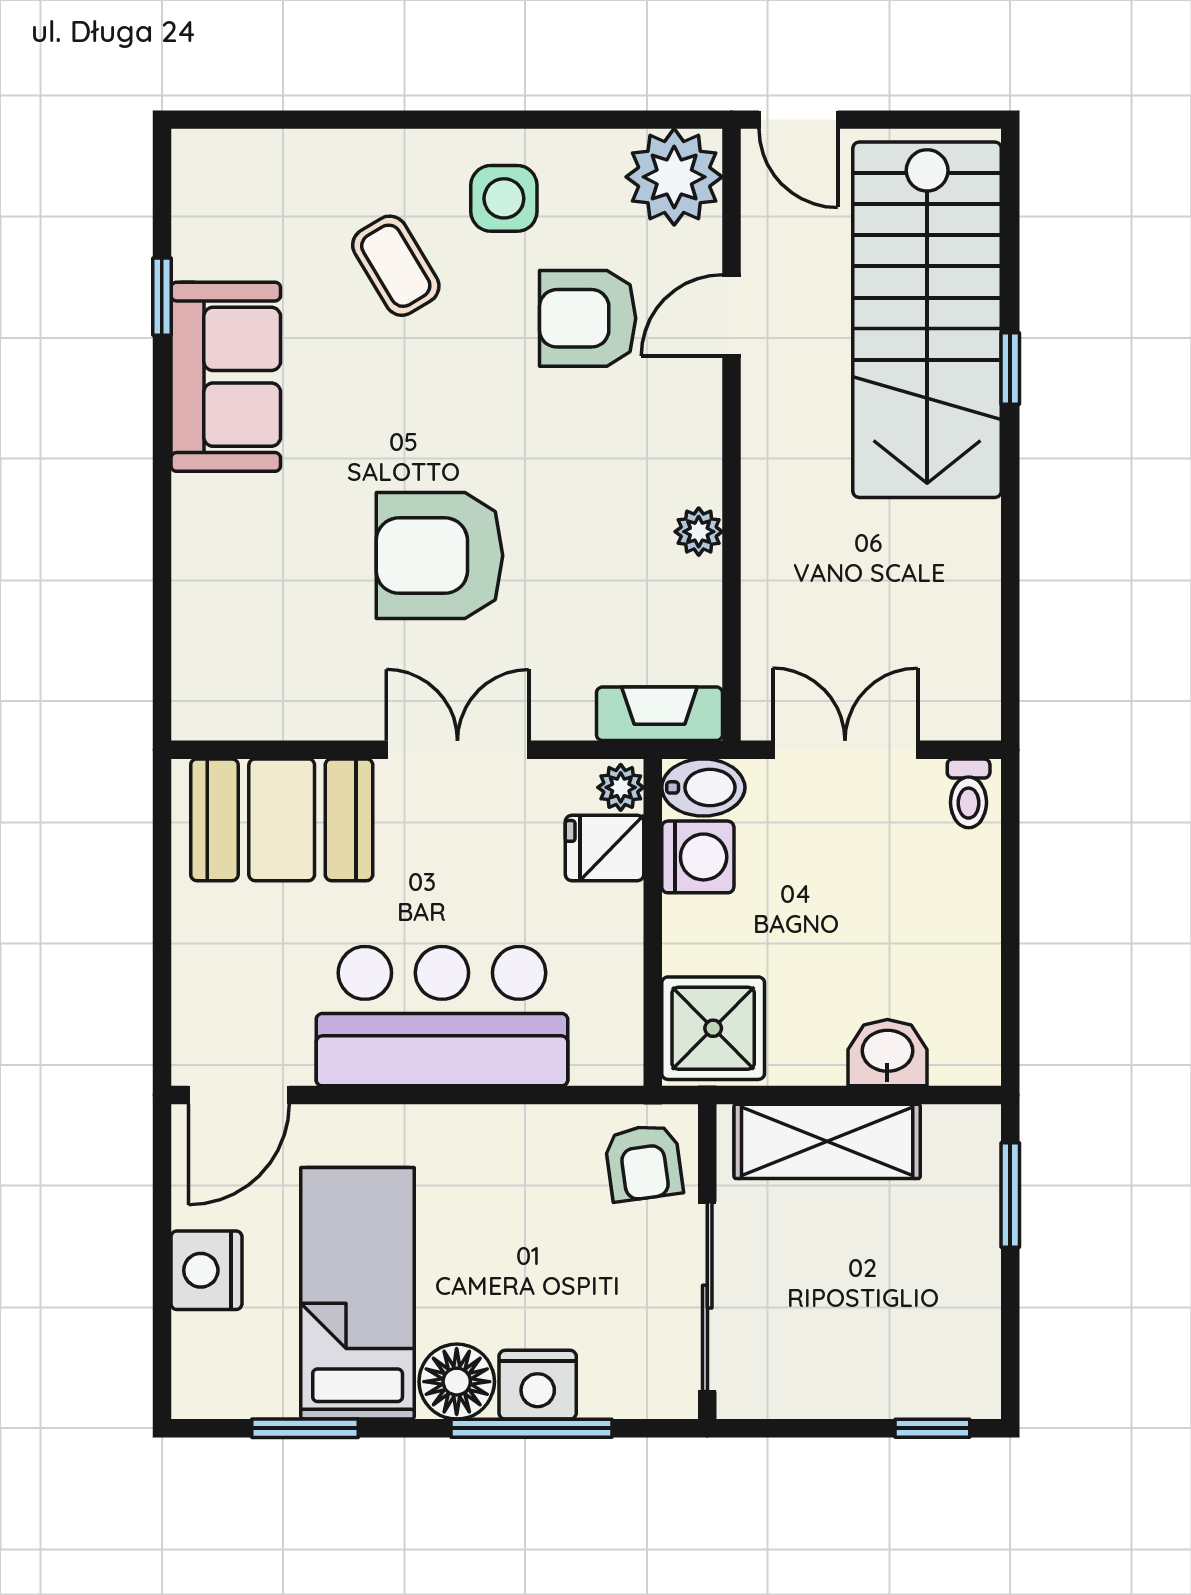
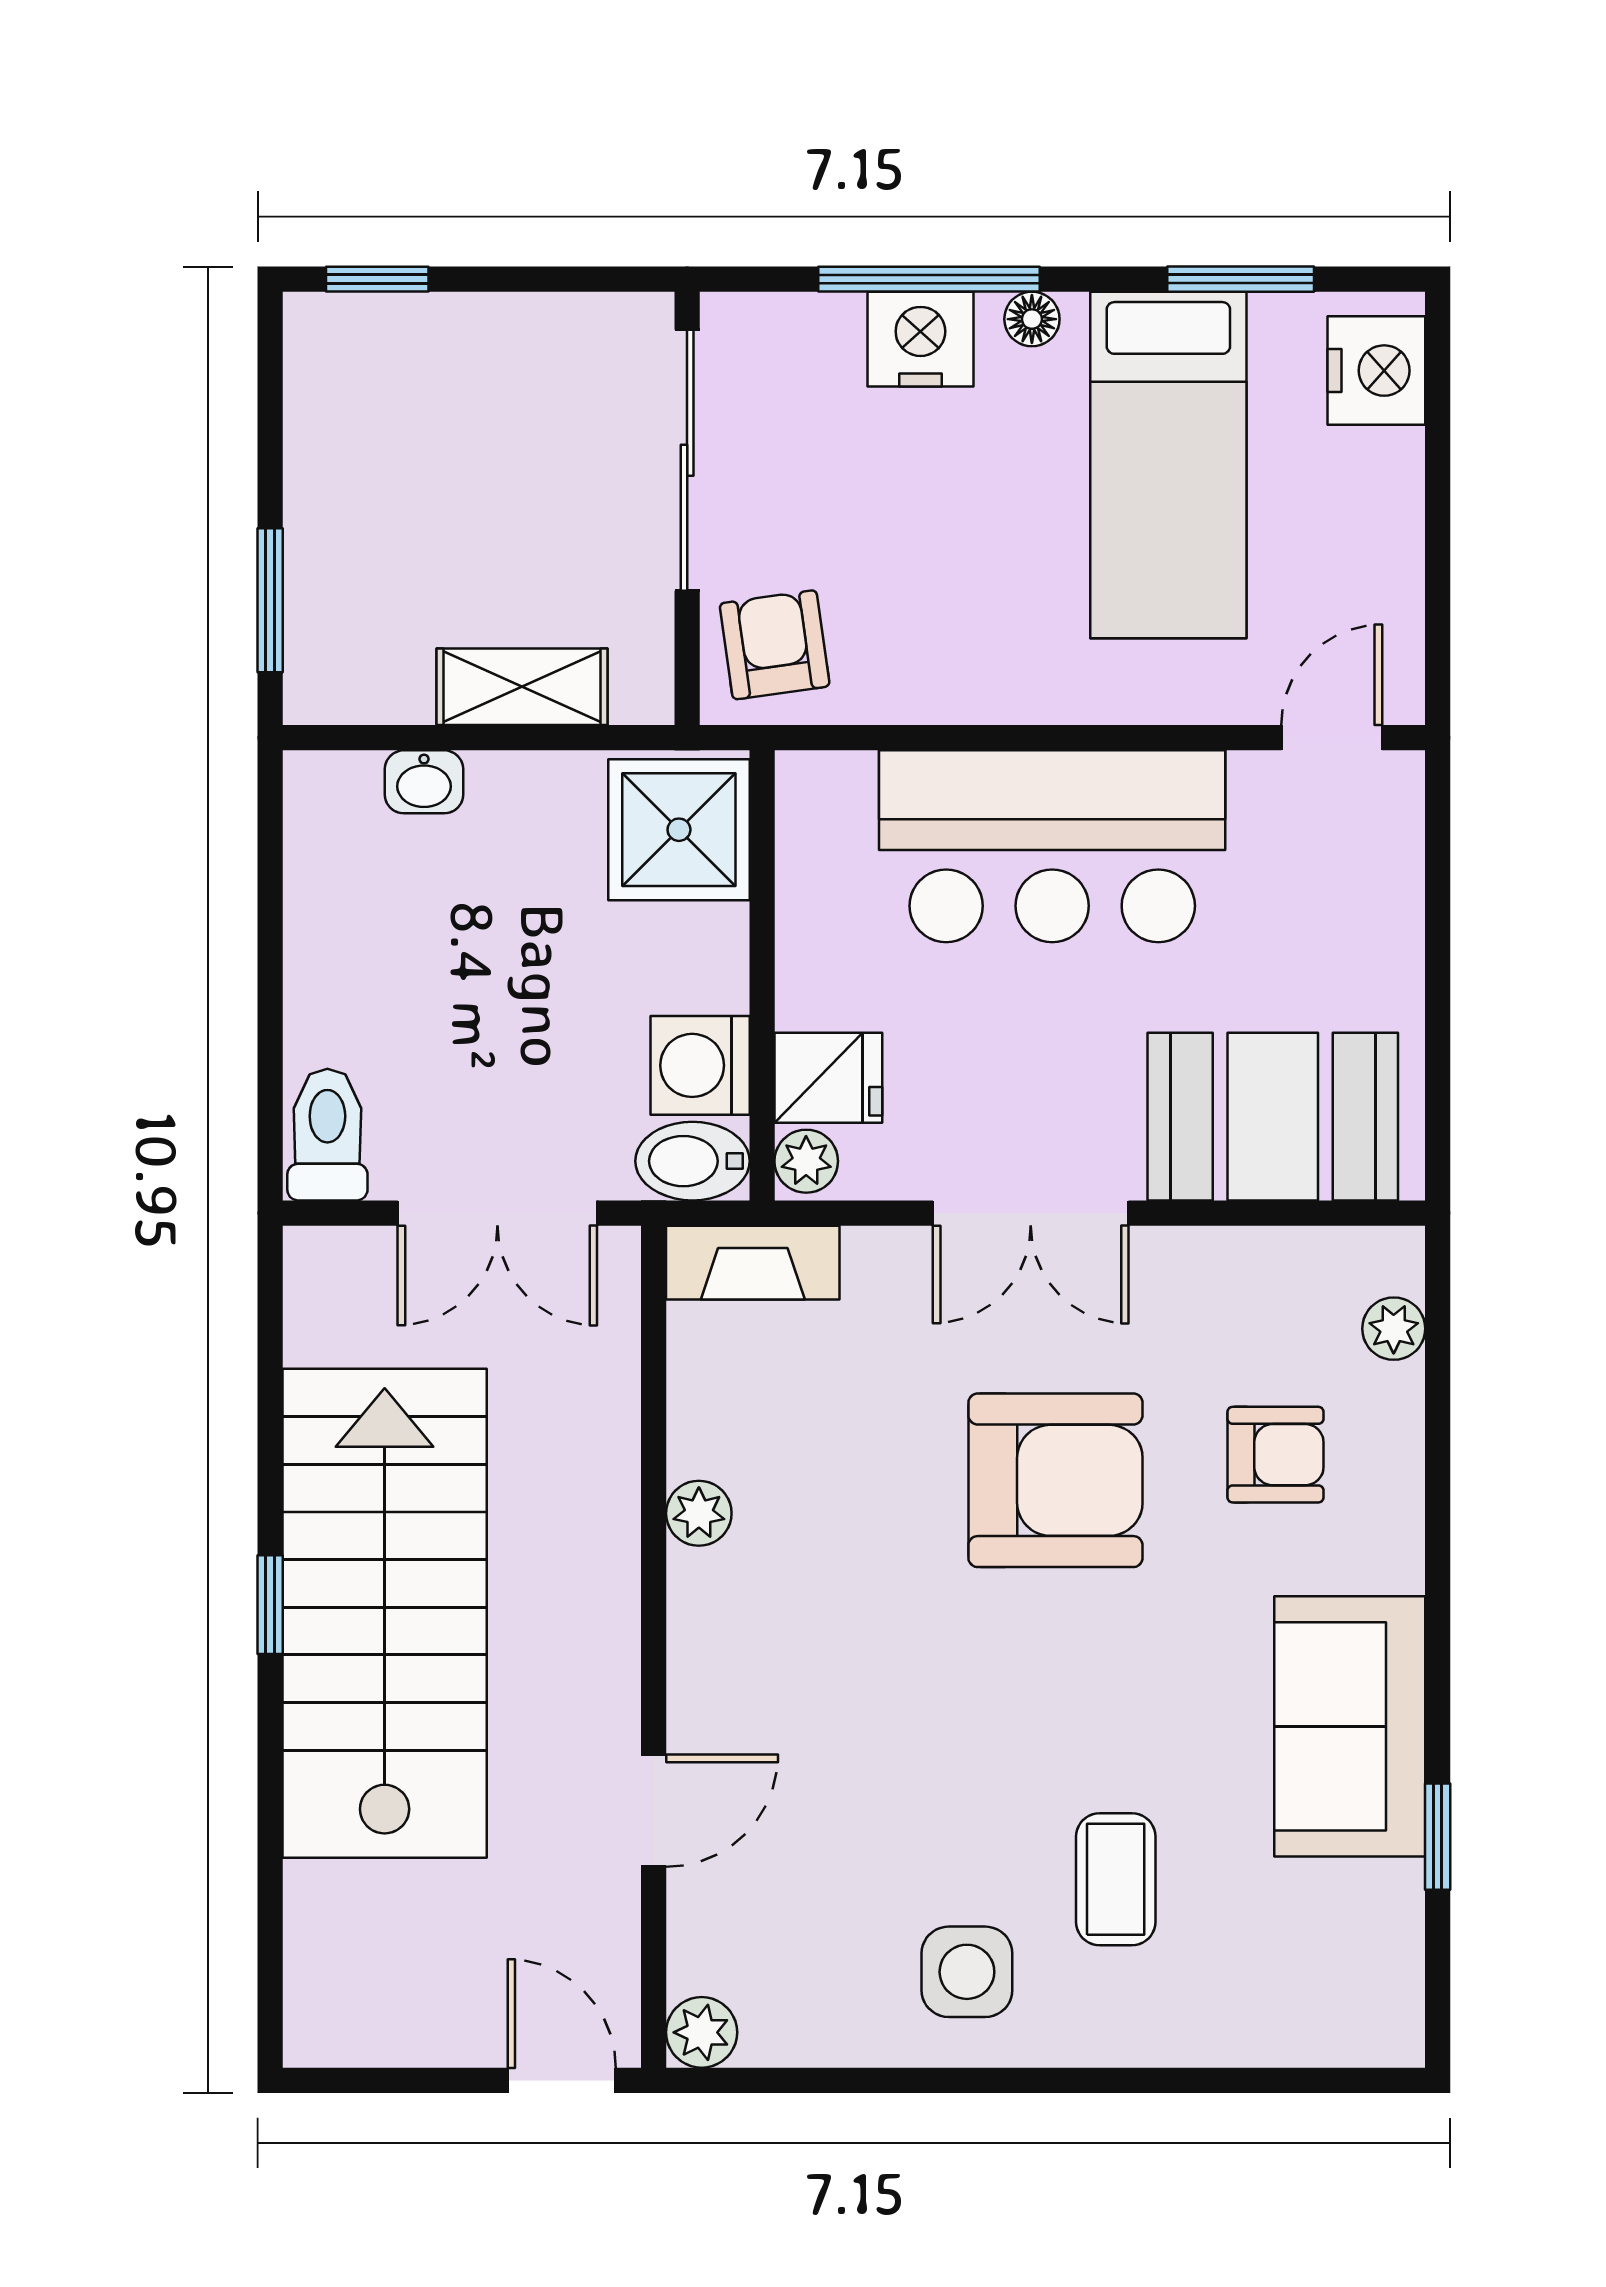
plant: (674, 177) -> (702, 2032), width x0.53, depth x0.53
coffee table: (396, 266) -> (1116, 1879), turned 31
armchair: (588, 318) -> (1276, 1455), moved, width x0.72, depth x0.72
stairs: (927, 320) -> (385, 1613), moved
window: (1010, 369) -> (270, 1605), moved
plant: (194, 666) -> (1394, 1329), added
toilet: (969, 793) -> (327, 1135), width x1.37, depth x1.39
washbasin: (887, 1053) -> (424, 782), width x0.72, depth x0.69
door: (239, 1095) -> (1332, 738), width x0.73
shelving: (827, 1141) -> (522, 687), width x0.67, depth x0.75
nightstand: (206, 1270) -> (1376, 371), moved
floor lamp: (457, 1382) -> (1032, 319), width x0.53, depth x0.53

